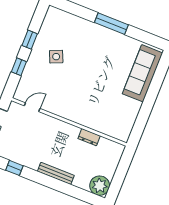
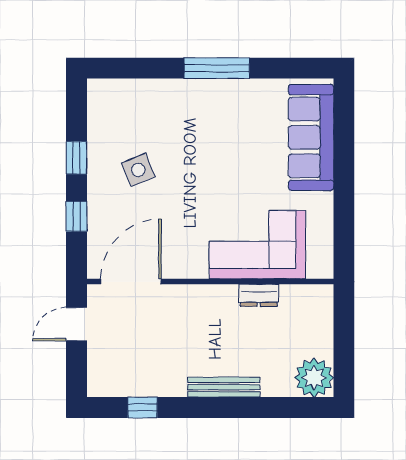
door: (32, 107) -> (131, 282), width x1.87
corner sofa: (98, 113) -> (257, 245), added

